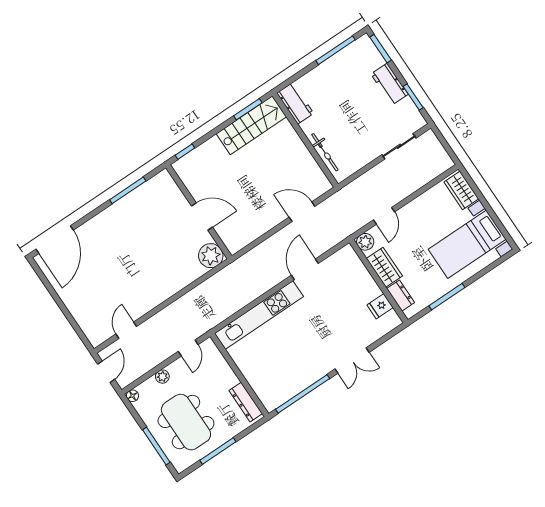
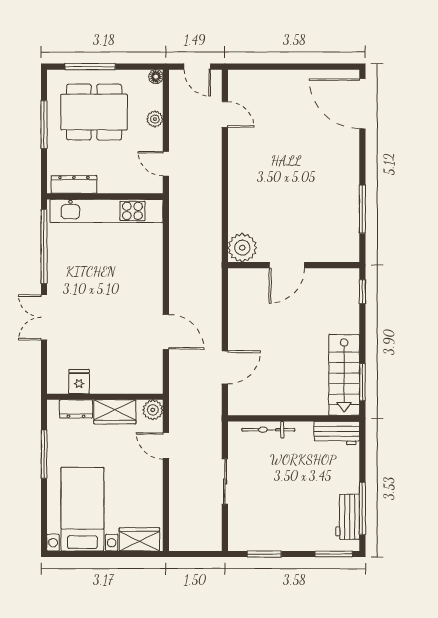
workbench: (390, 84) -> (348, 517), moved, turned -90
sliding door: (399, 146) -> (225, 482), moved
kitchen unit: (259, 315) -> (107, 211), moved, turned -90

